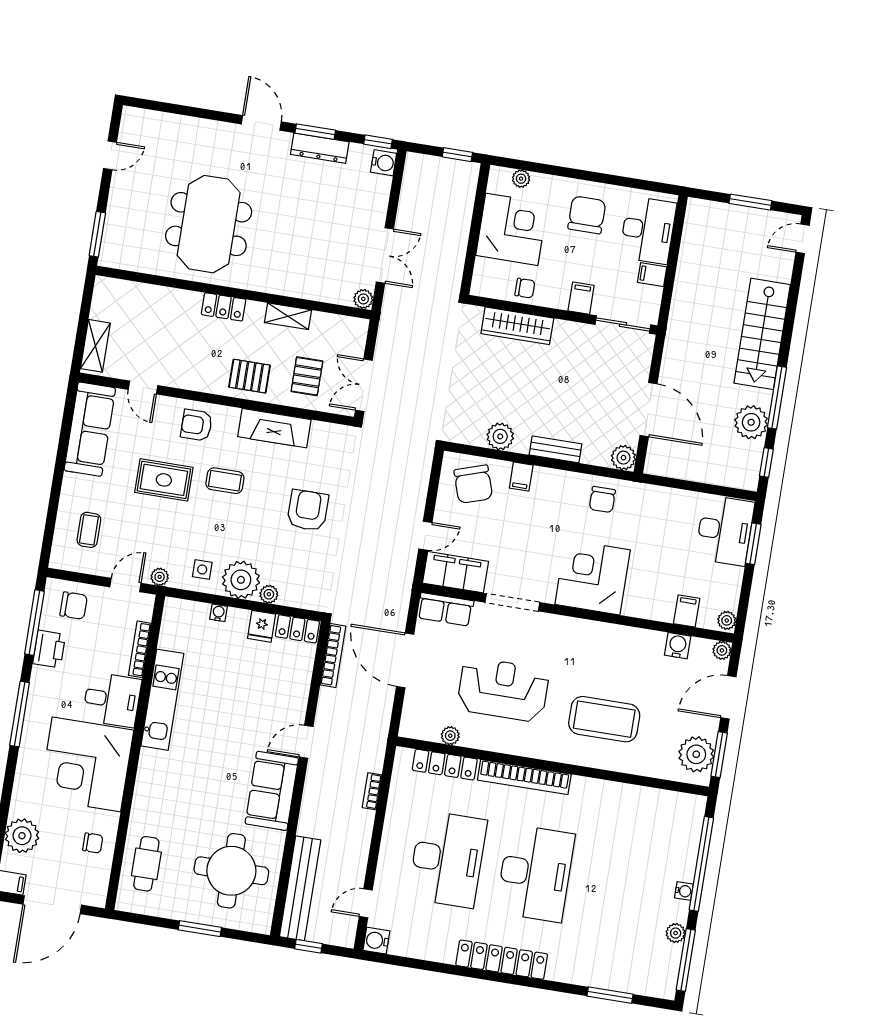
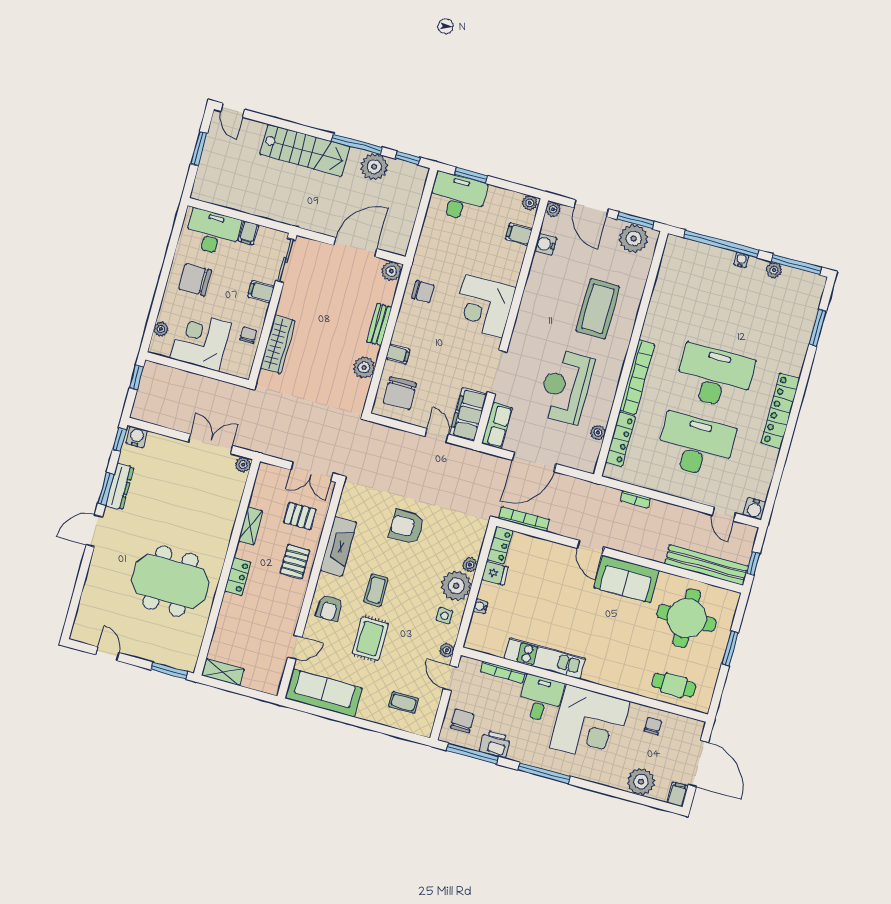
shelving: (95, 346) -> (223, 672), moved
chair: (473, 484) -> (400, 393), turned 108

